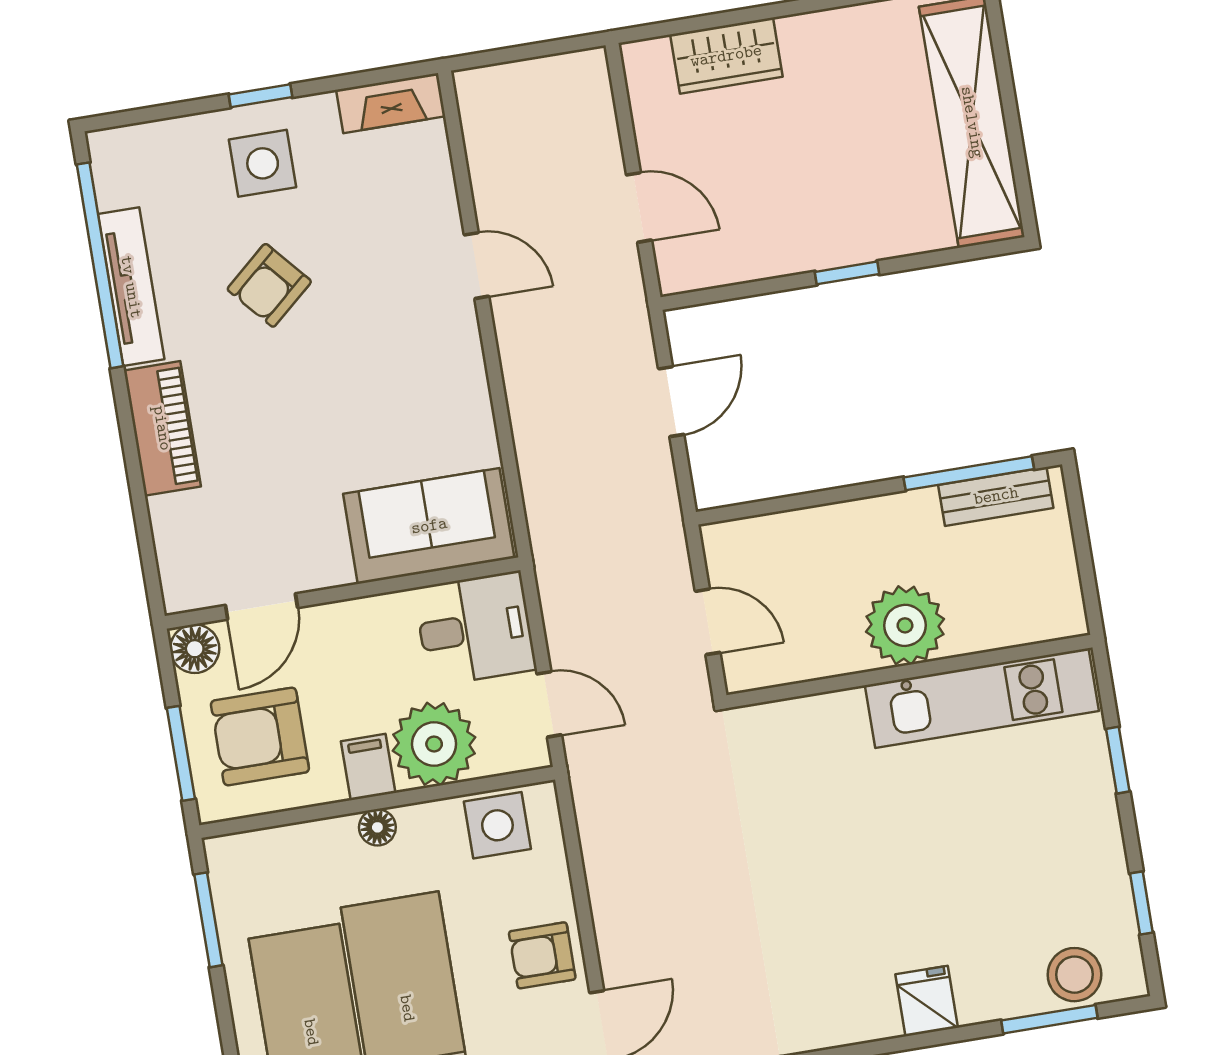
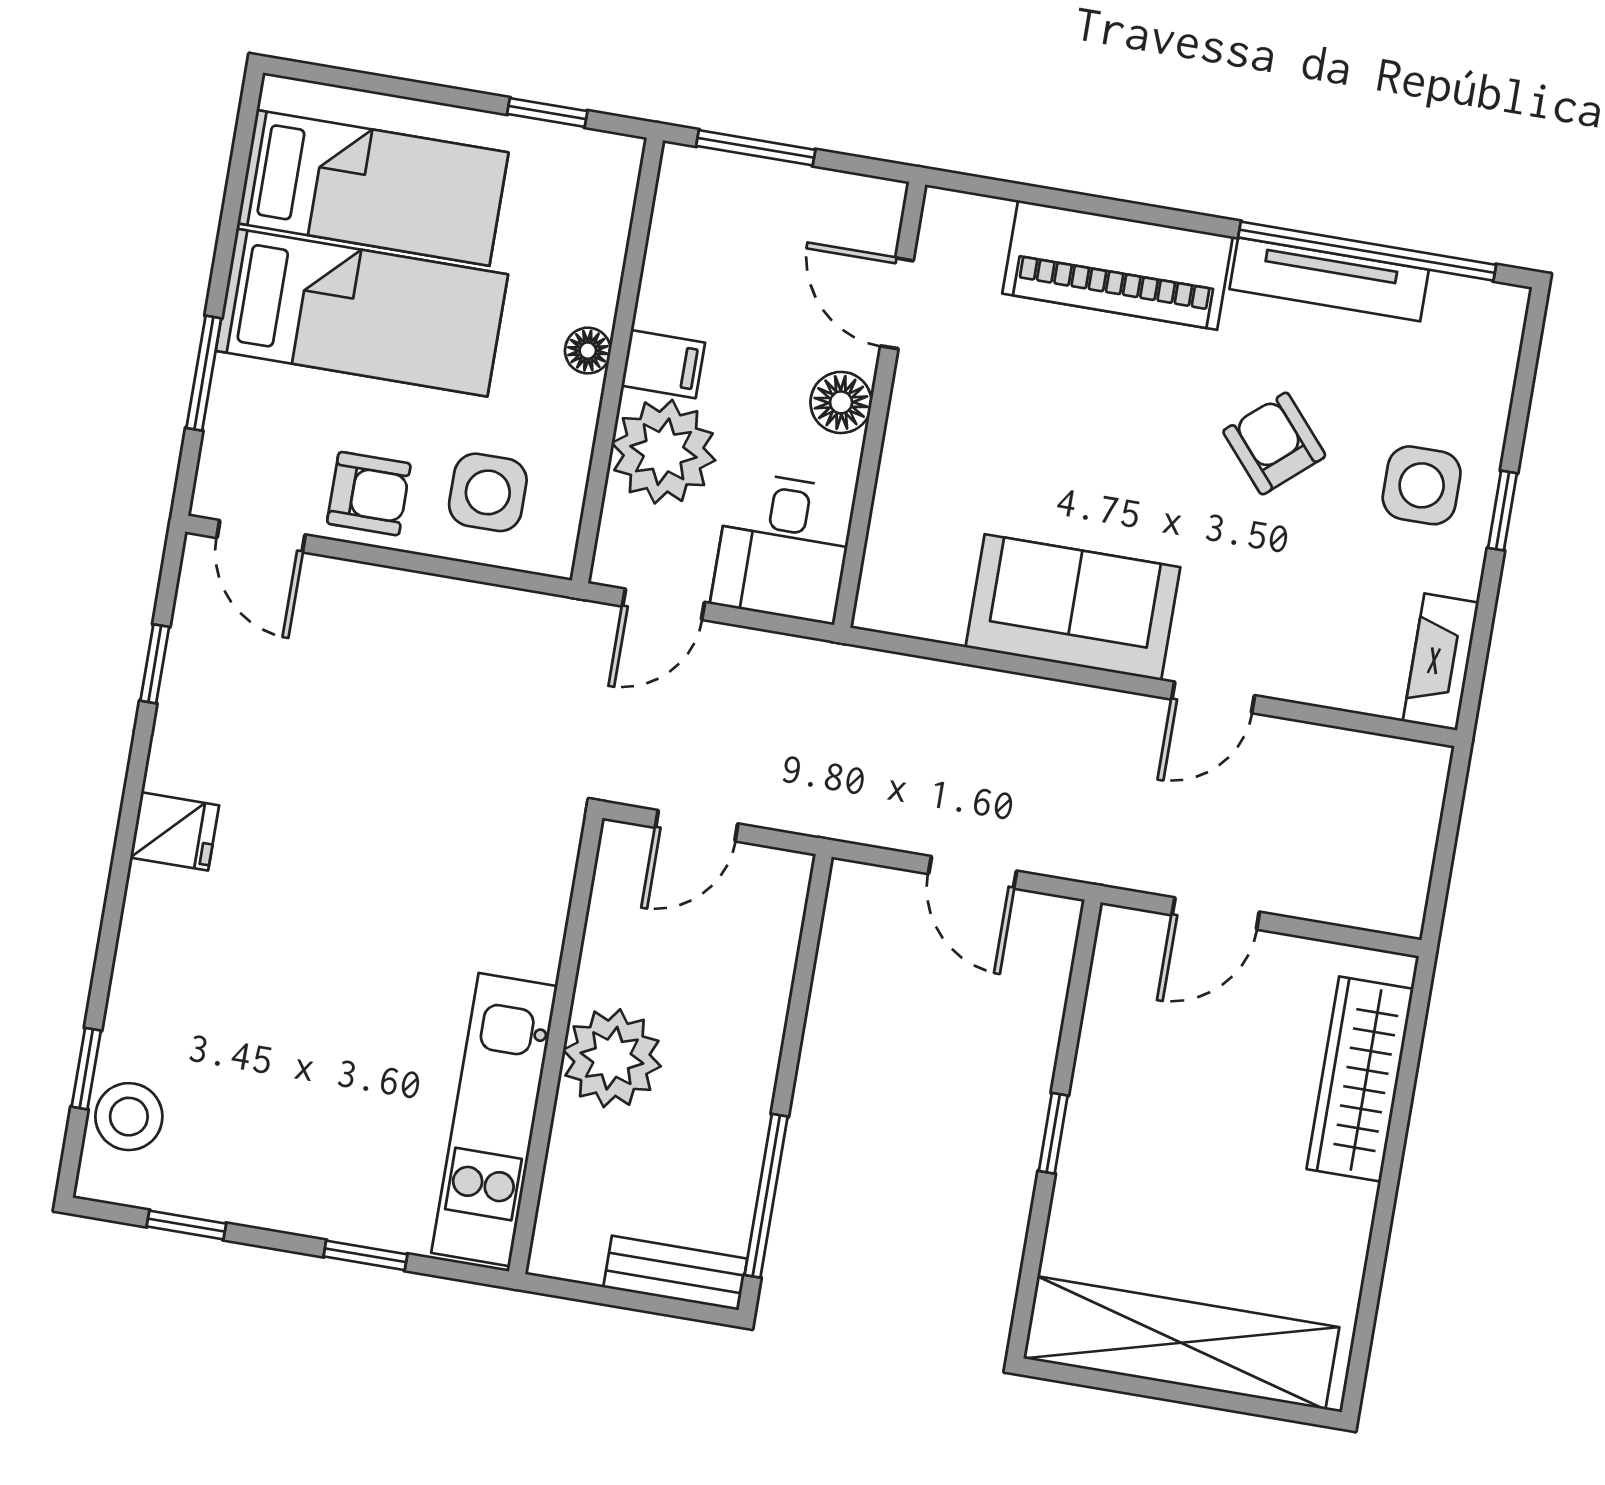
wardrobe: (726, 56) -> (1360, 1079), width x1.50
piano: (162, 428) -> (1118, 265), width x1.37, depth x1.33
bench: (996, 496) -> (675, 1273), moved, turned 90
sofa: (429, 526) -> (1073, 607), moved, turned -90
floor lamp: (195, 649) -> (841, 402), moved
armchair: (260, 736) -> (743, 248), removed
side table: (497, 825) -> (488, 492), moved
window: (208, 920) -> (547, 113), width x0.67
armchair: (542, 955) -> (369, 494), turned 90
fridge: (927, 1001) -> (175, 831), moved
window: (1049, 1019) -> (86, 1069), width x0.67

